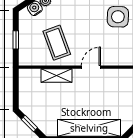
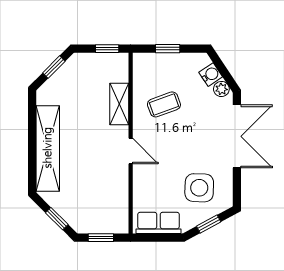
coffee table: (57, 43) -> (164, 104), width x0.73, depth x0.77
window: (16, 84) -> (107, 49), added

